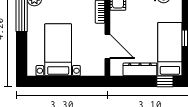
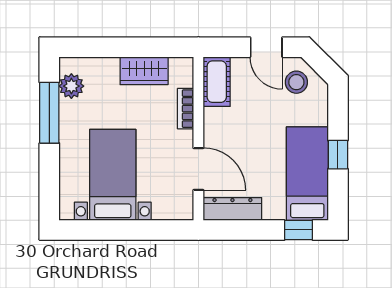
dresser: (140, 69) -> (232, 209), moved

